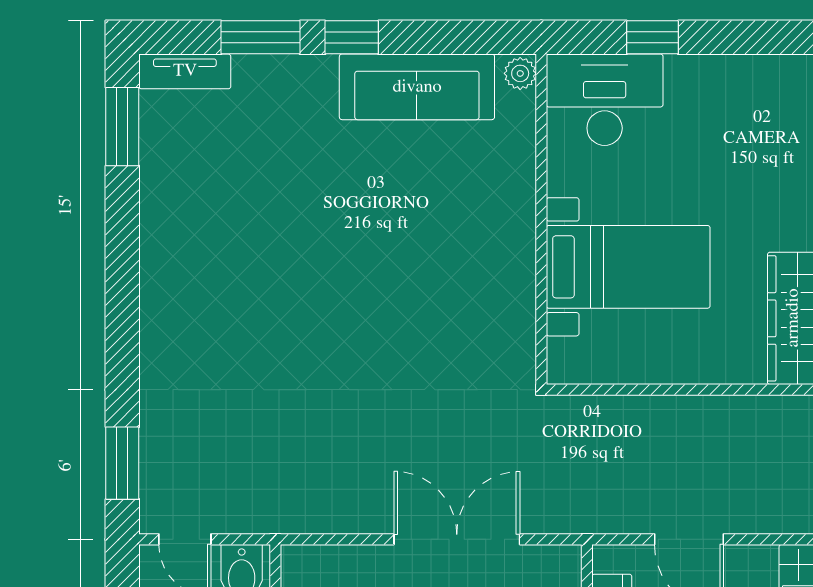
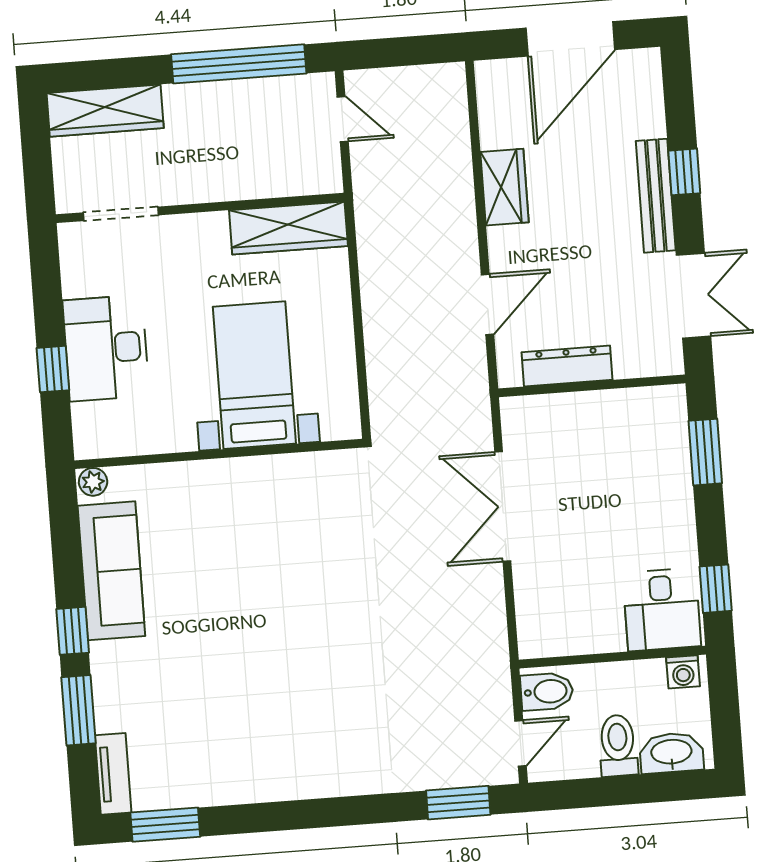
desk: (605, 100) -> (106, 348), moved

